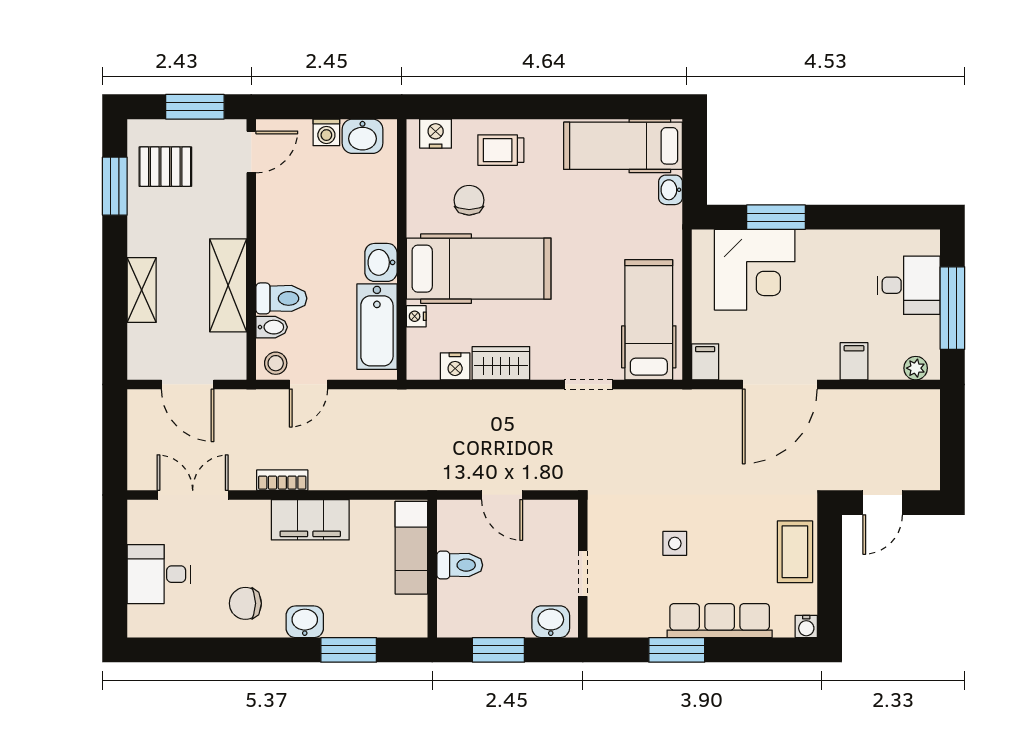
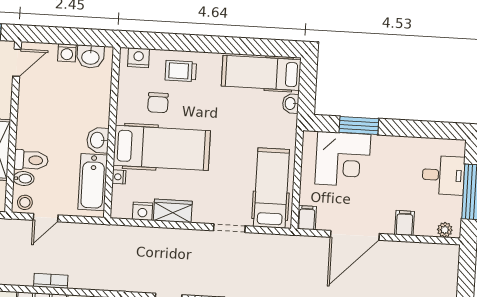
chair: (469, 200) -> (158, 103), turned 180
bookcase: (282, 480) -> (51, 281), moved

